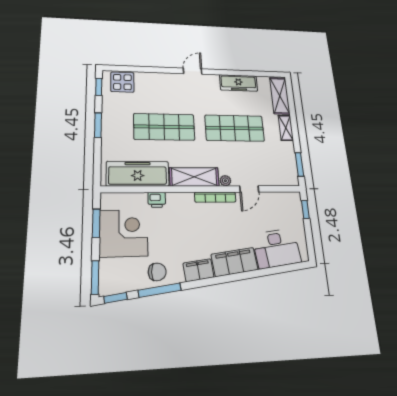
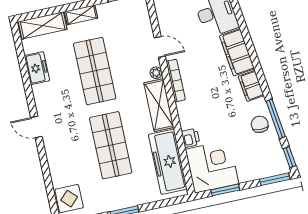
freezer: (239, 83) -> (37, 68), width x0.71
corner desk: (124, 233) -> (212, 166), moved, turned 90

